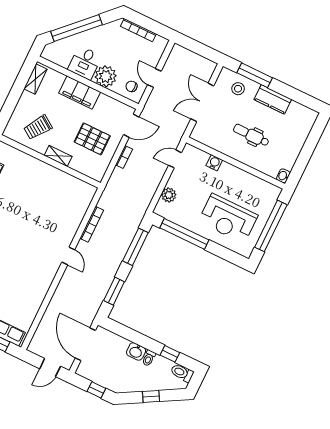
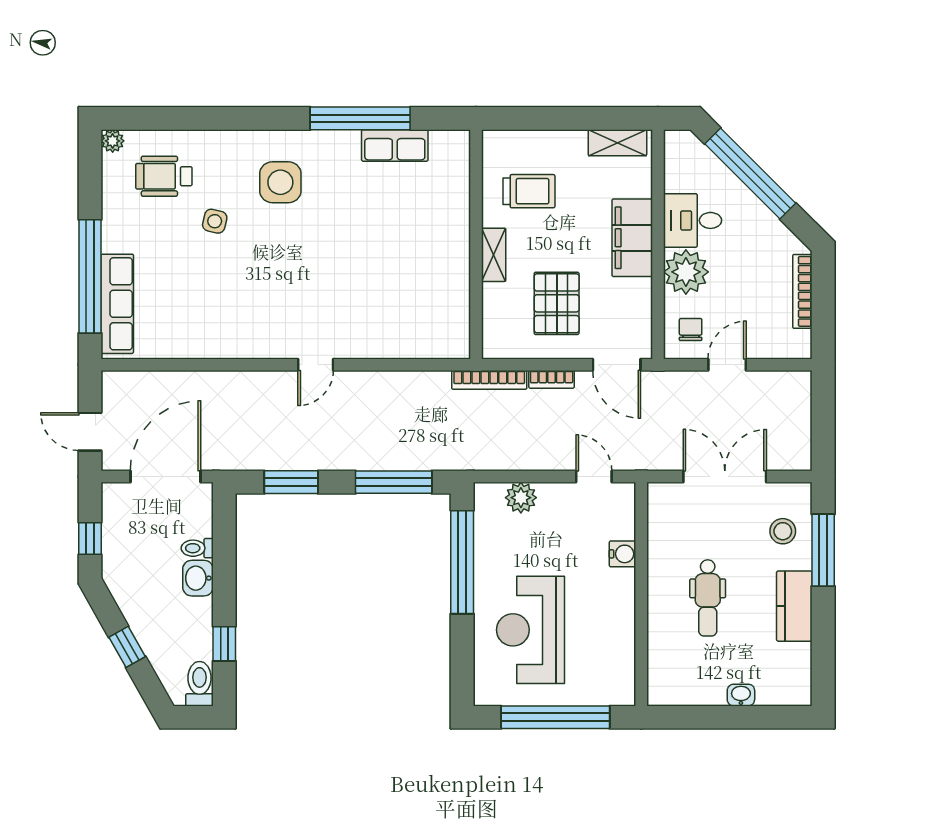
trolley: (38, 127) -> (529, 191), turned 146
dental chair: (251, 135) -> (708, 598), turned 180
washbasin: (283, 176) -> (741, 695), moved
bookcase: (92, 224) -> (489, 380), moved
toilet: (149, 358) -> (197, 548), moved

